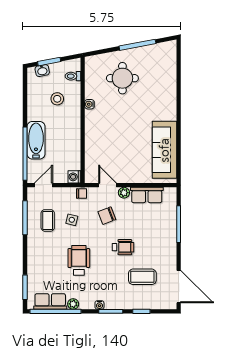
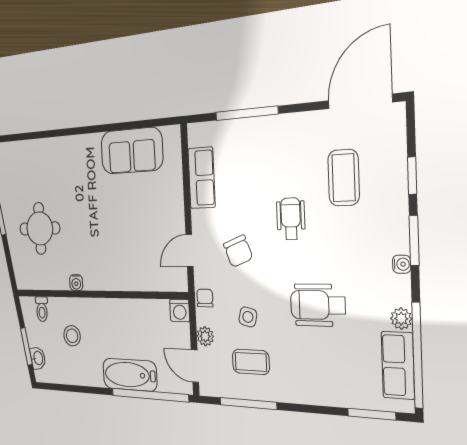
sofa: (164, 150) -> (132, 151), width x0.73
plant: (124, 193) -> (205, 336), moved

